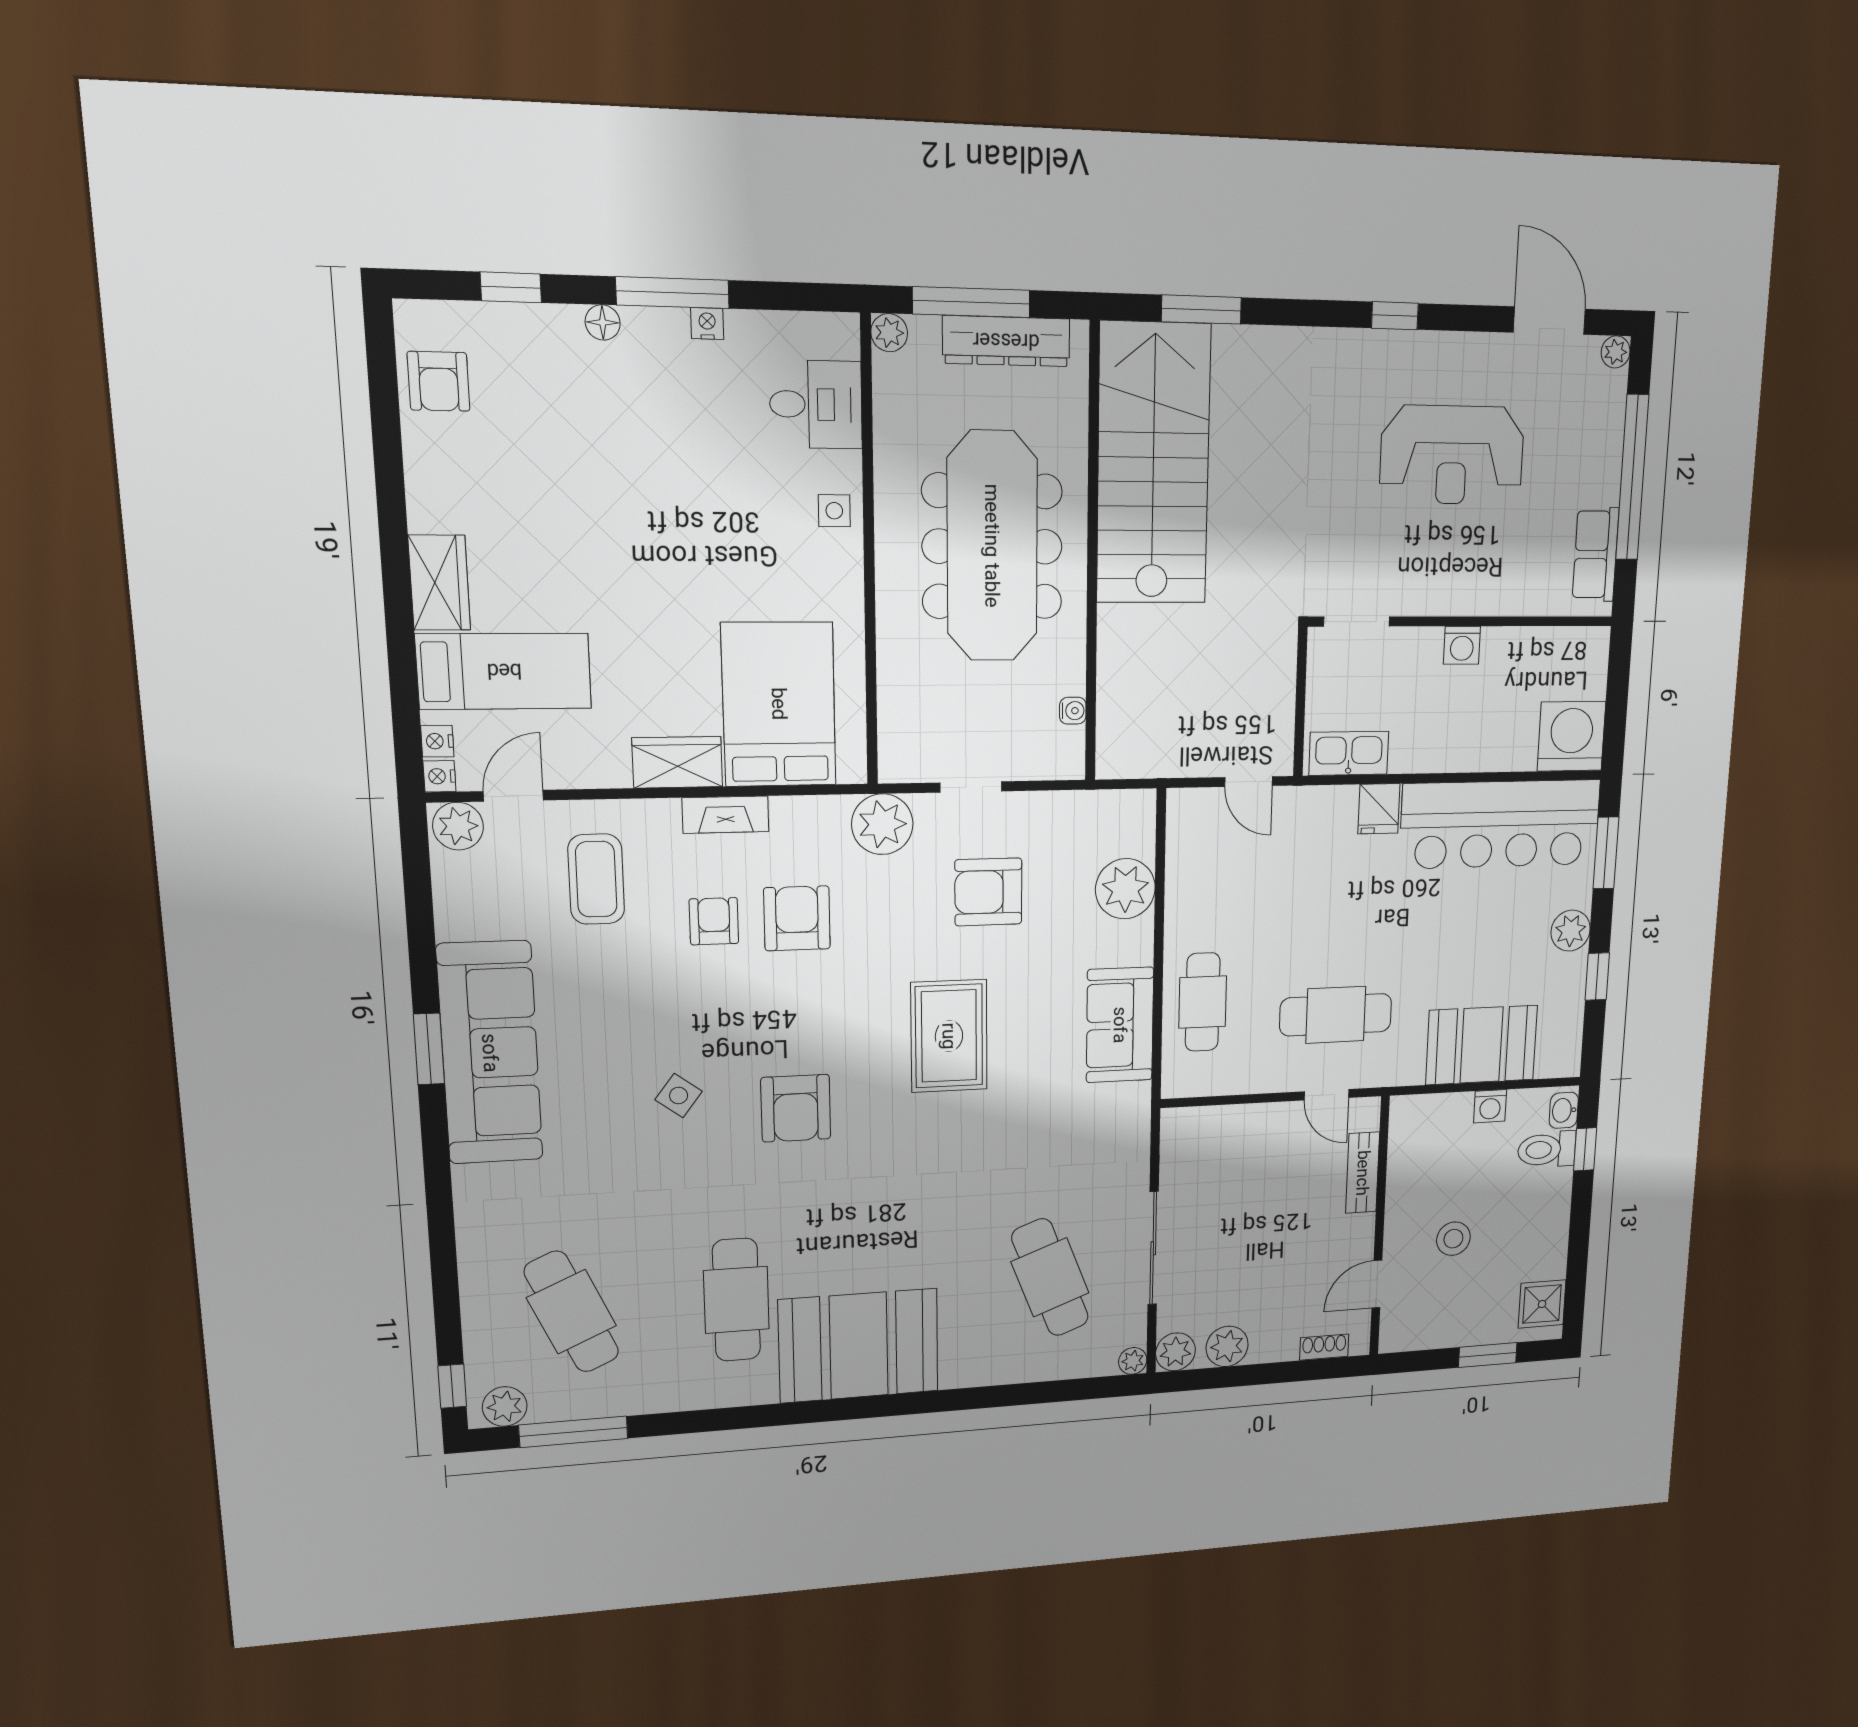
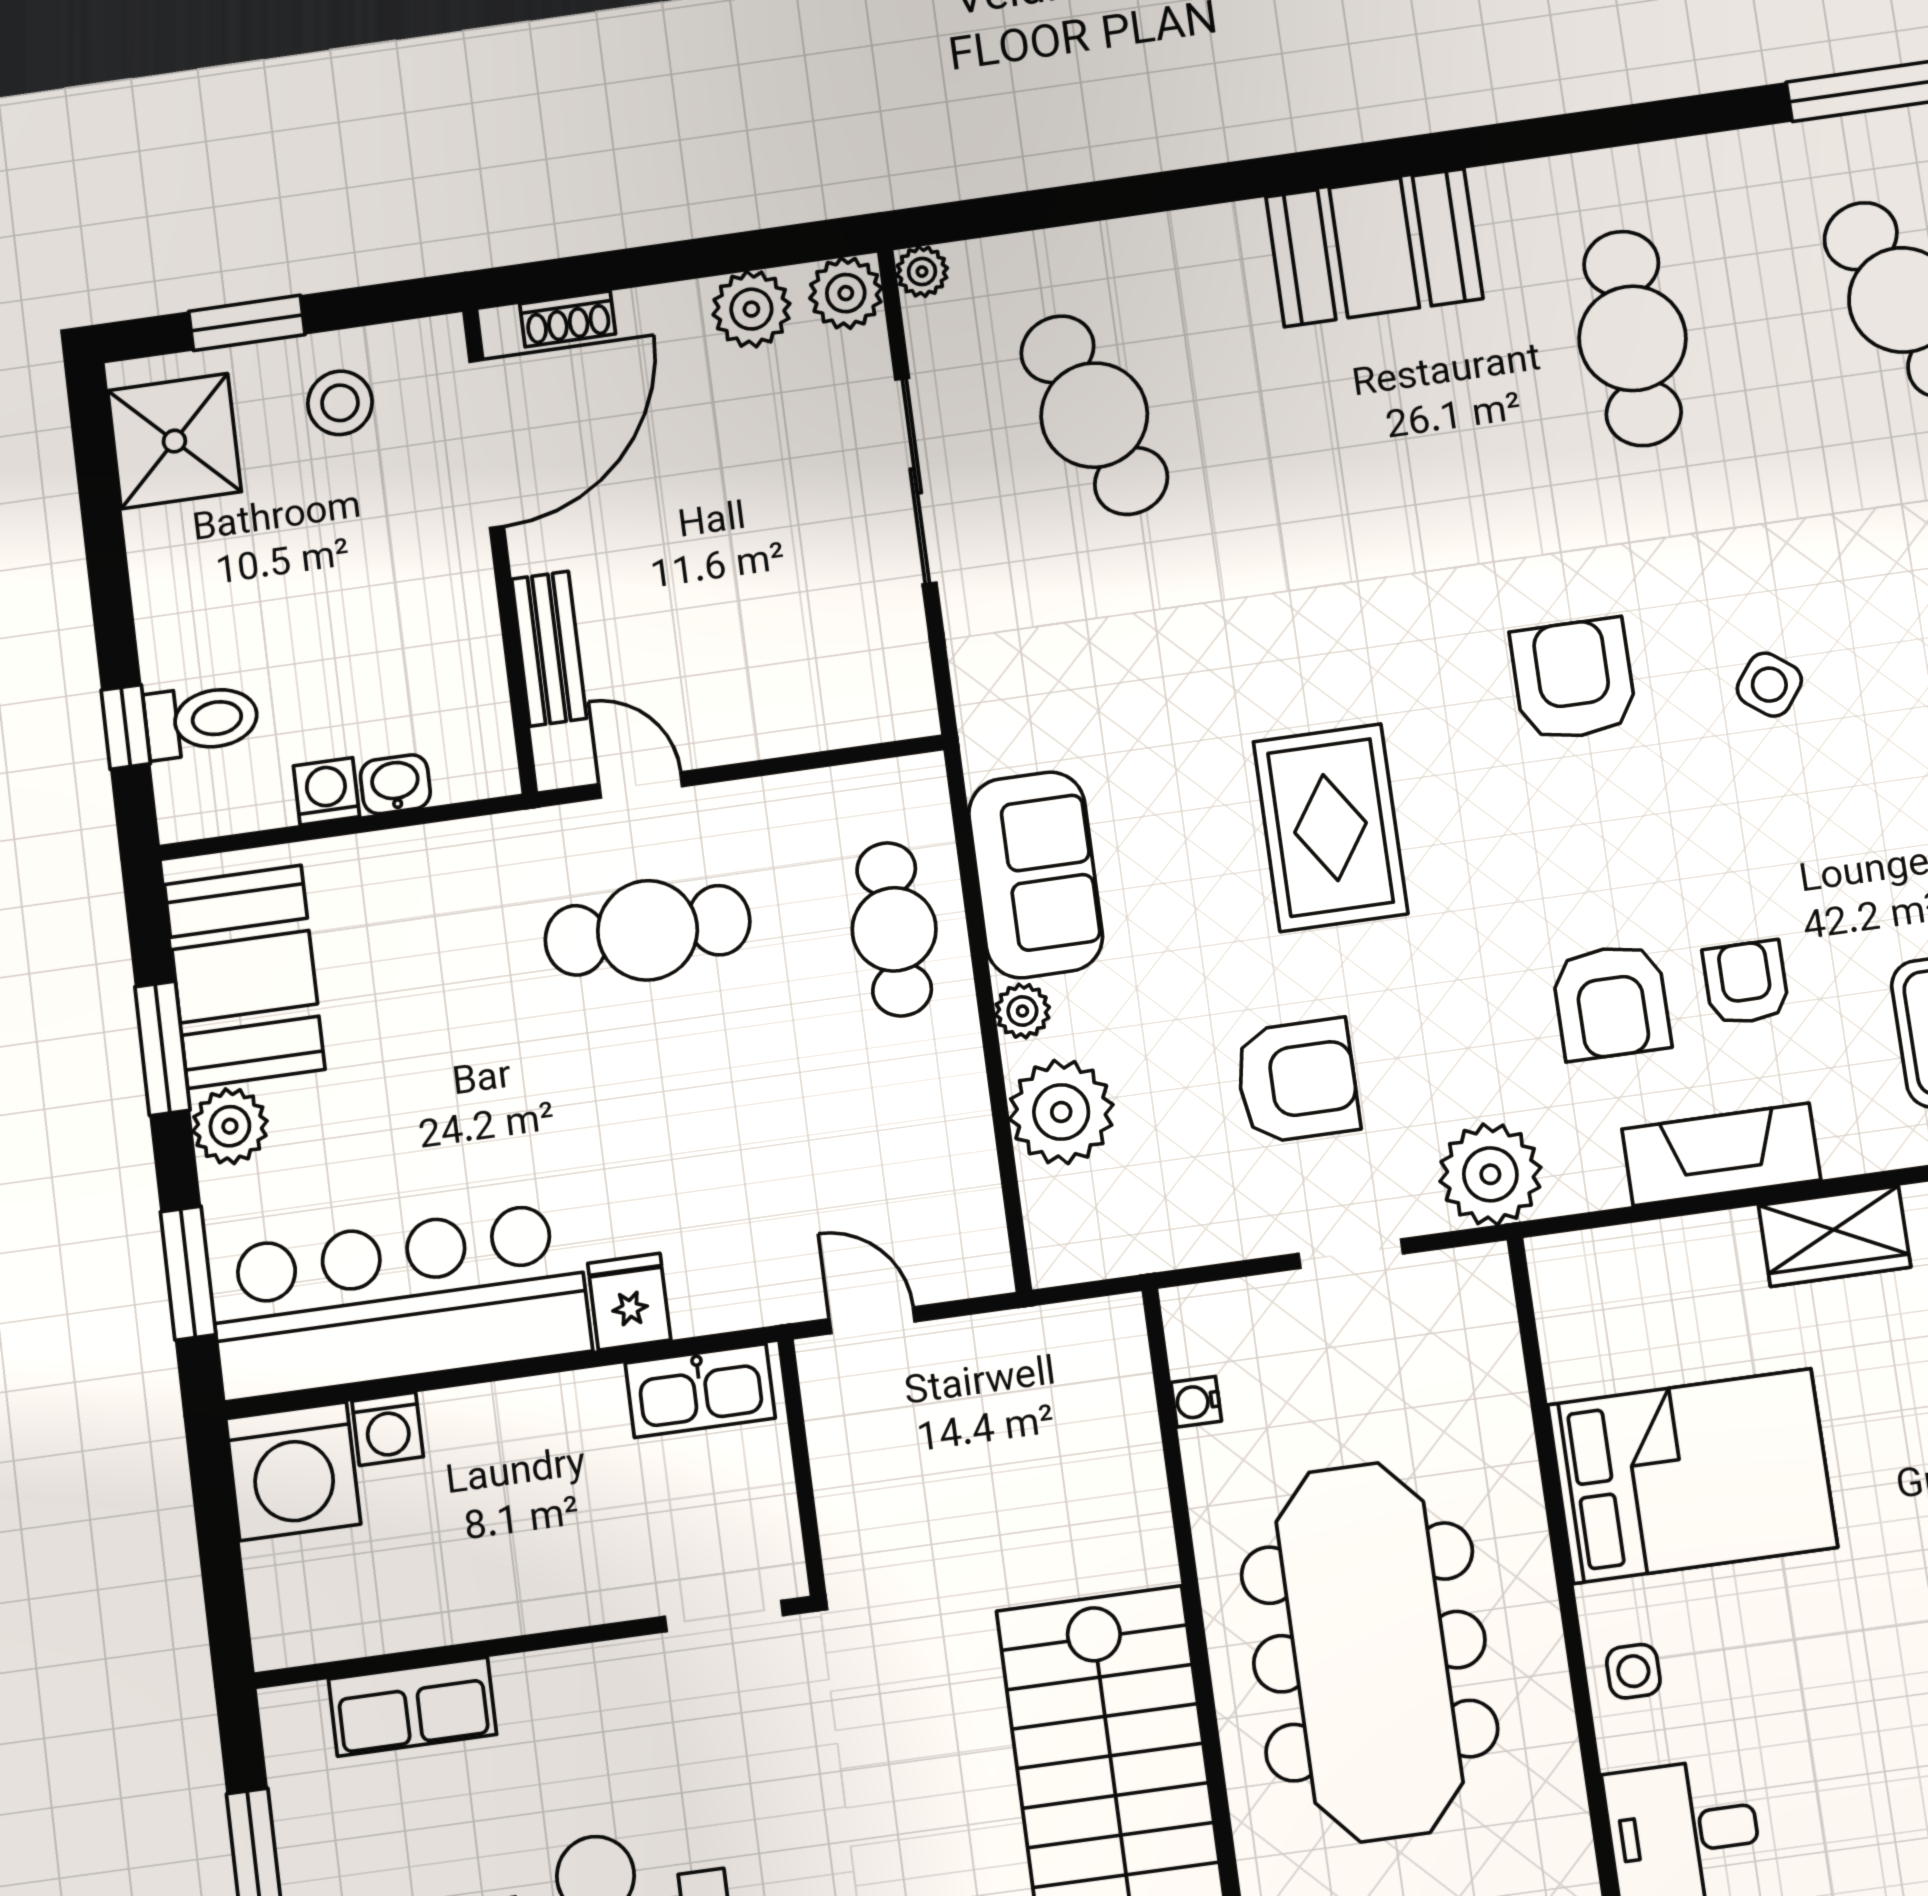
row of seats: (1596, 555) -> (412, 1707), moved, turned 90
washing machine: (1462, 645) -> (388, 1429), moved, turned 180
bed: (779, 704) -> (1692, 1476), moved, turned -90
fireplace: (725, 815) -> (1721, 1154), width x1.37, depth x1.32
armchair: (714, 921) -> (1746, 983), turned 180
plant: (1139, 949) -> (1022, 1011), added
window: (1597, 976) -> (162, 1048), width x1.50
booth: (1482, 1045) -> (245, 977), moved, turned 90
washbasin: (1564, 1110) -> (395, 784), moved, turned -90
stool: (1453, 1239) -> (340, 403), moved
door: (1377, 1284) -> (487, 444), width x1.87
shower: (1542, 1304) -> (174, 441), width x1.36, depth x1.36
booth: (859, 1346) -> (1374, 248), width x0.73, depth x0.70

